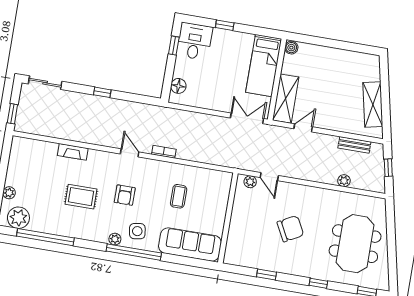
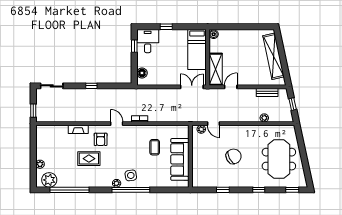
shelving: (373, 104) -> (274, 56), width x1.47
armchair: (125, 195) -> (101, 139), moved
sofa: (190, 244) -> (180, 159), moved, turned -90

